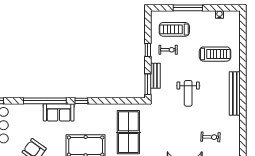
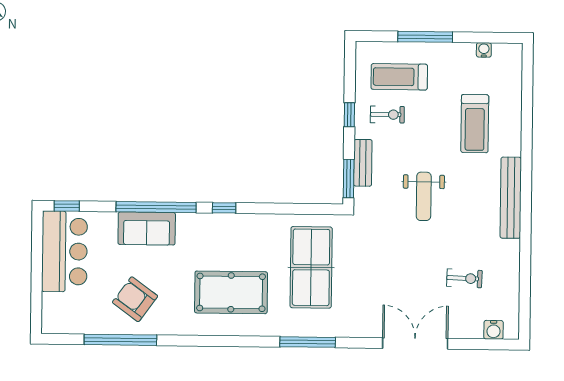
treadmill: (215, 54) -> (475, 124), turned 90
sofa: (59, 112) -> (147, 228), moved

